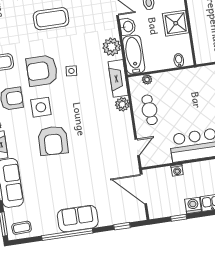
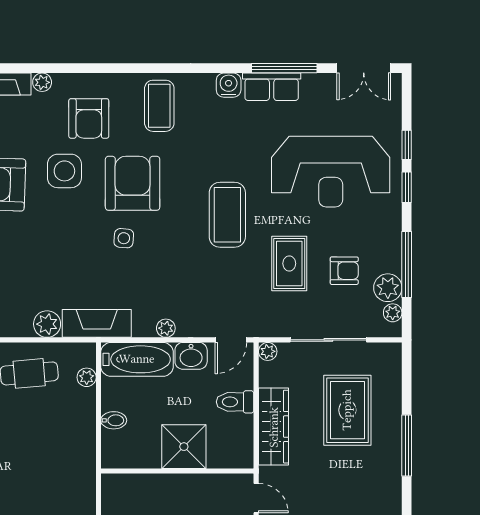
plant: (112, 47) -> (166, 328), width x0.53, depth x0.53
bidet: (179, 60) -> (114, 420), moved

